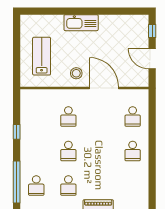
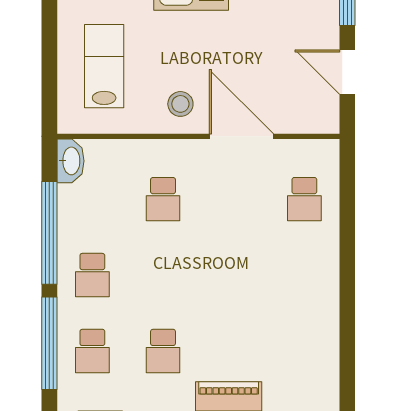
washbasin: (26, 99) -> (71, 161), added
window: (17, 132) -> (49, 233), width x3.17
school desk: (68, 151) -> (92, 275), moved
school desk: (133, 151) -> (304, 275), removed

